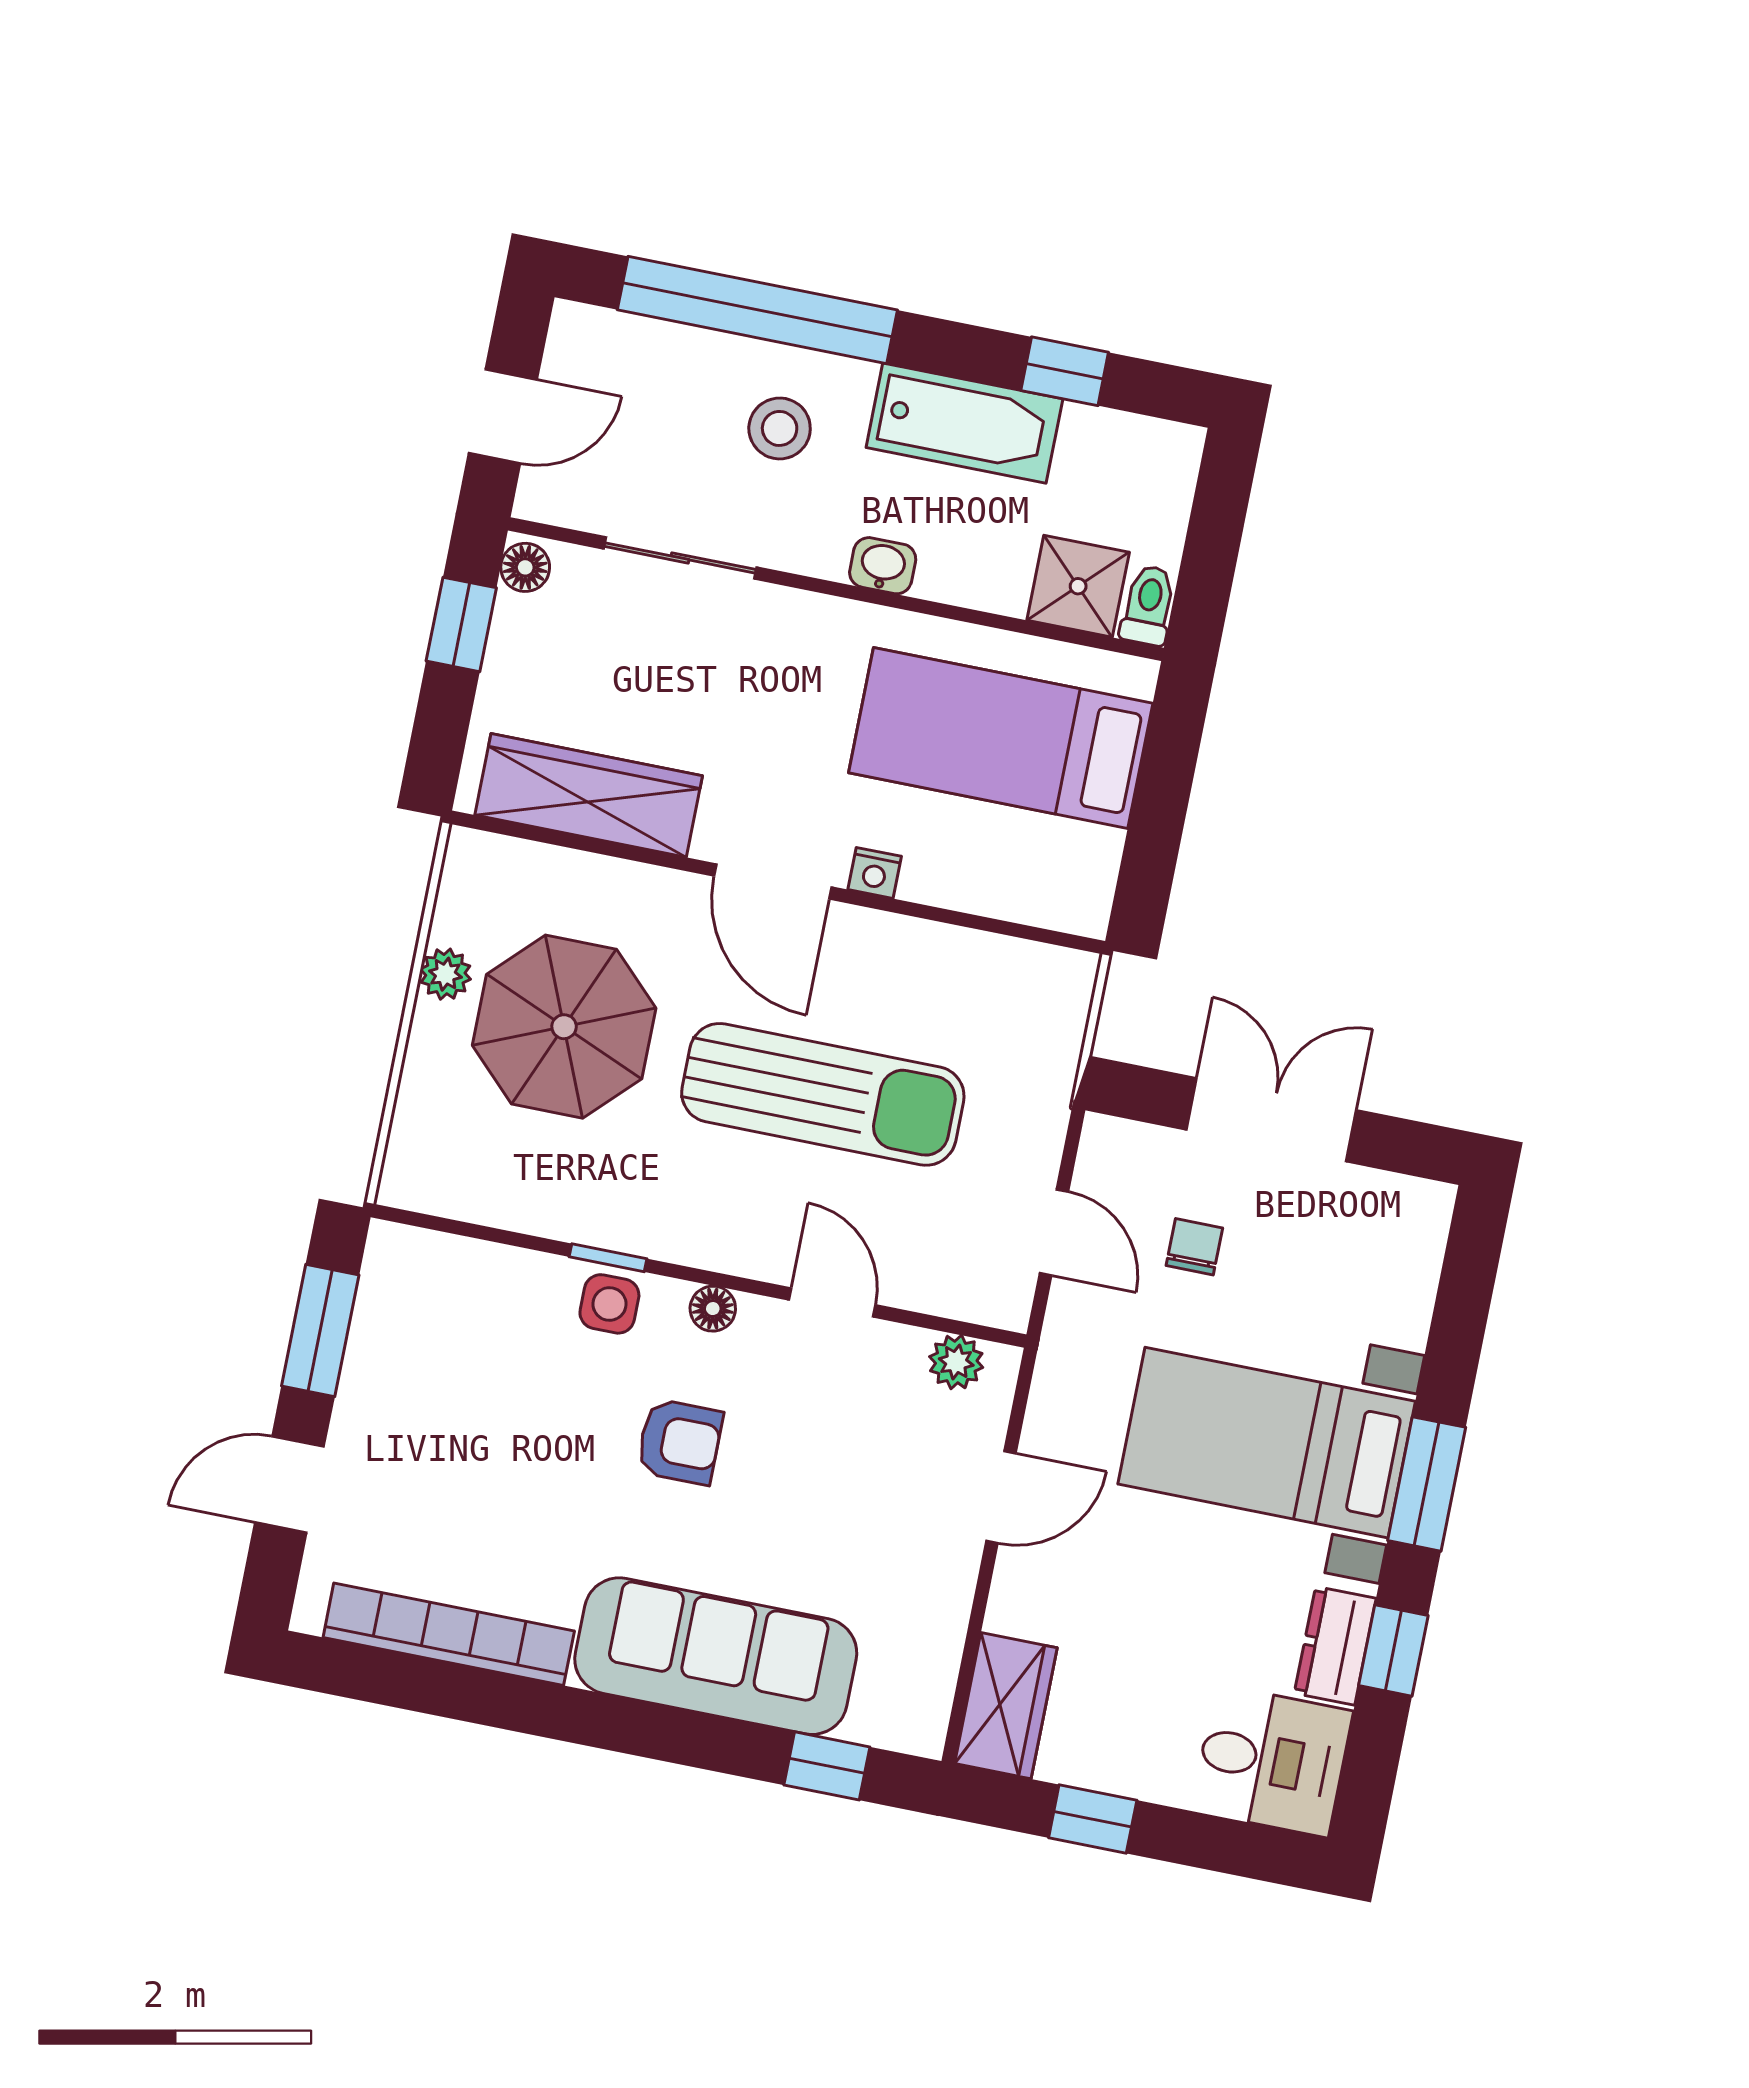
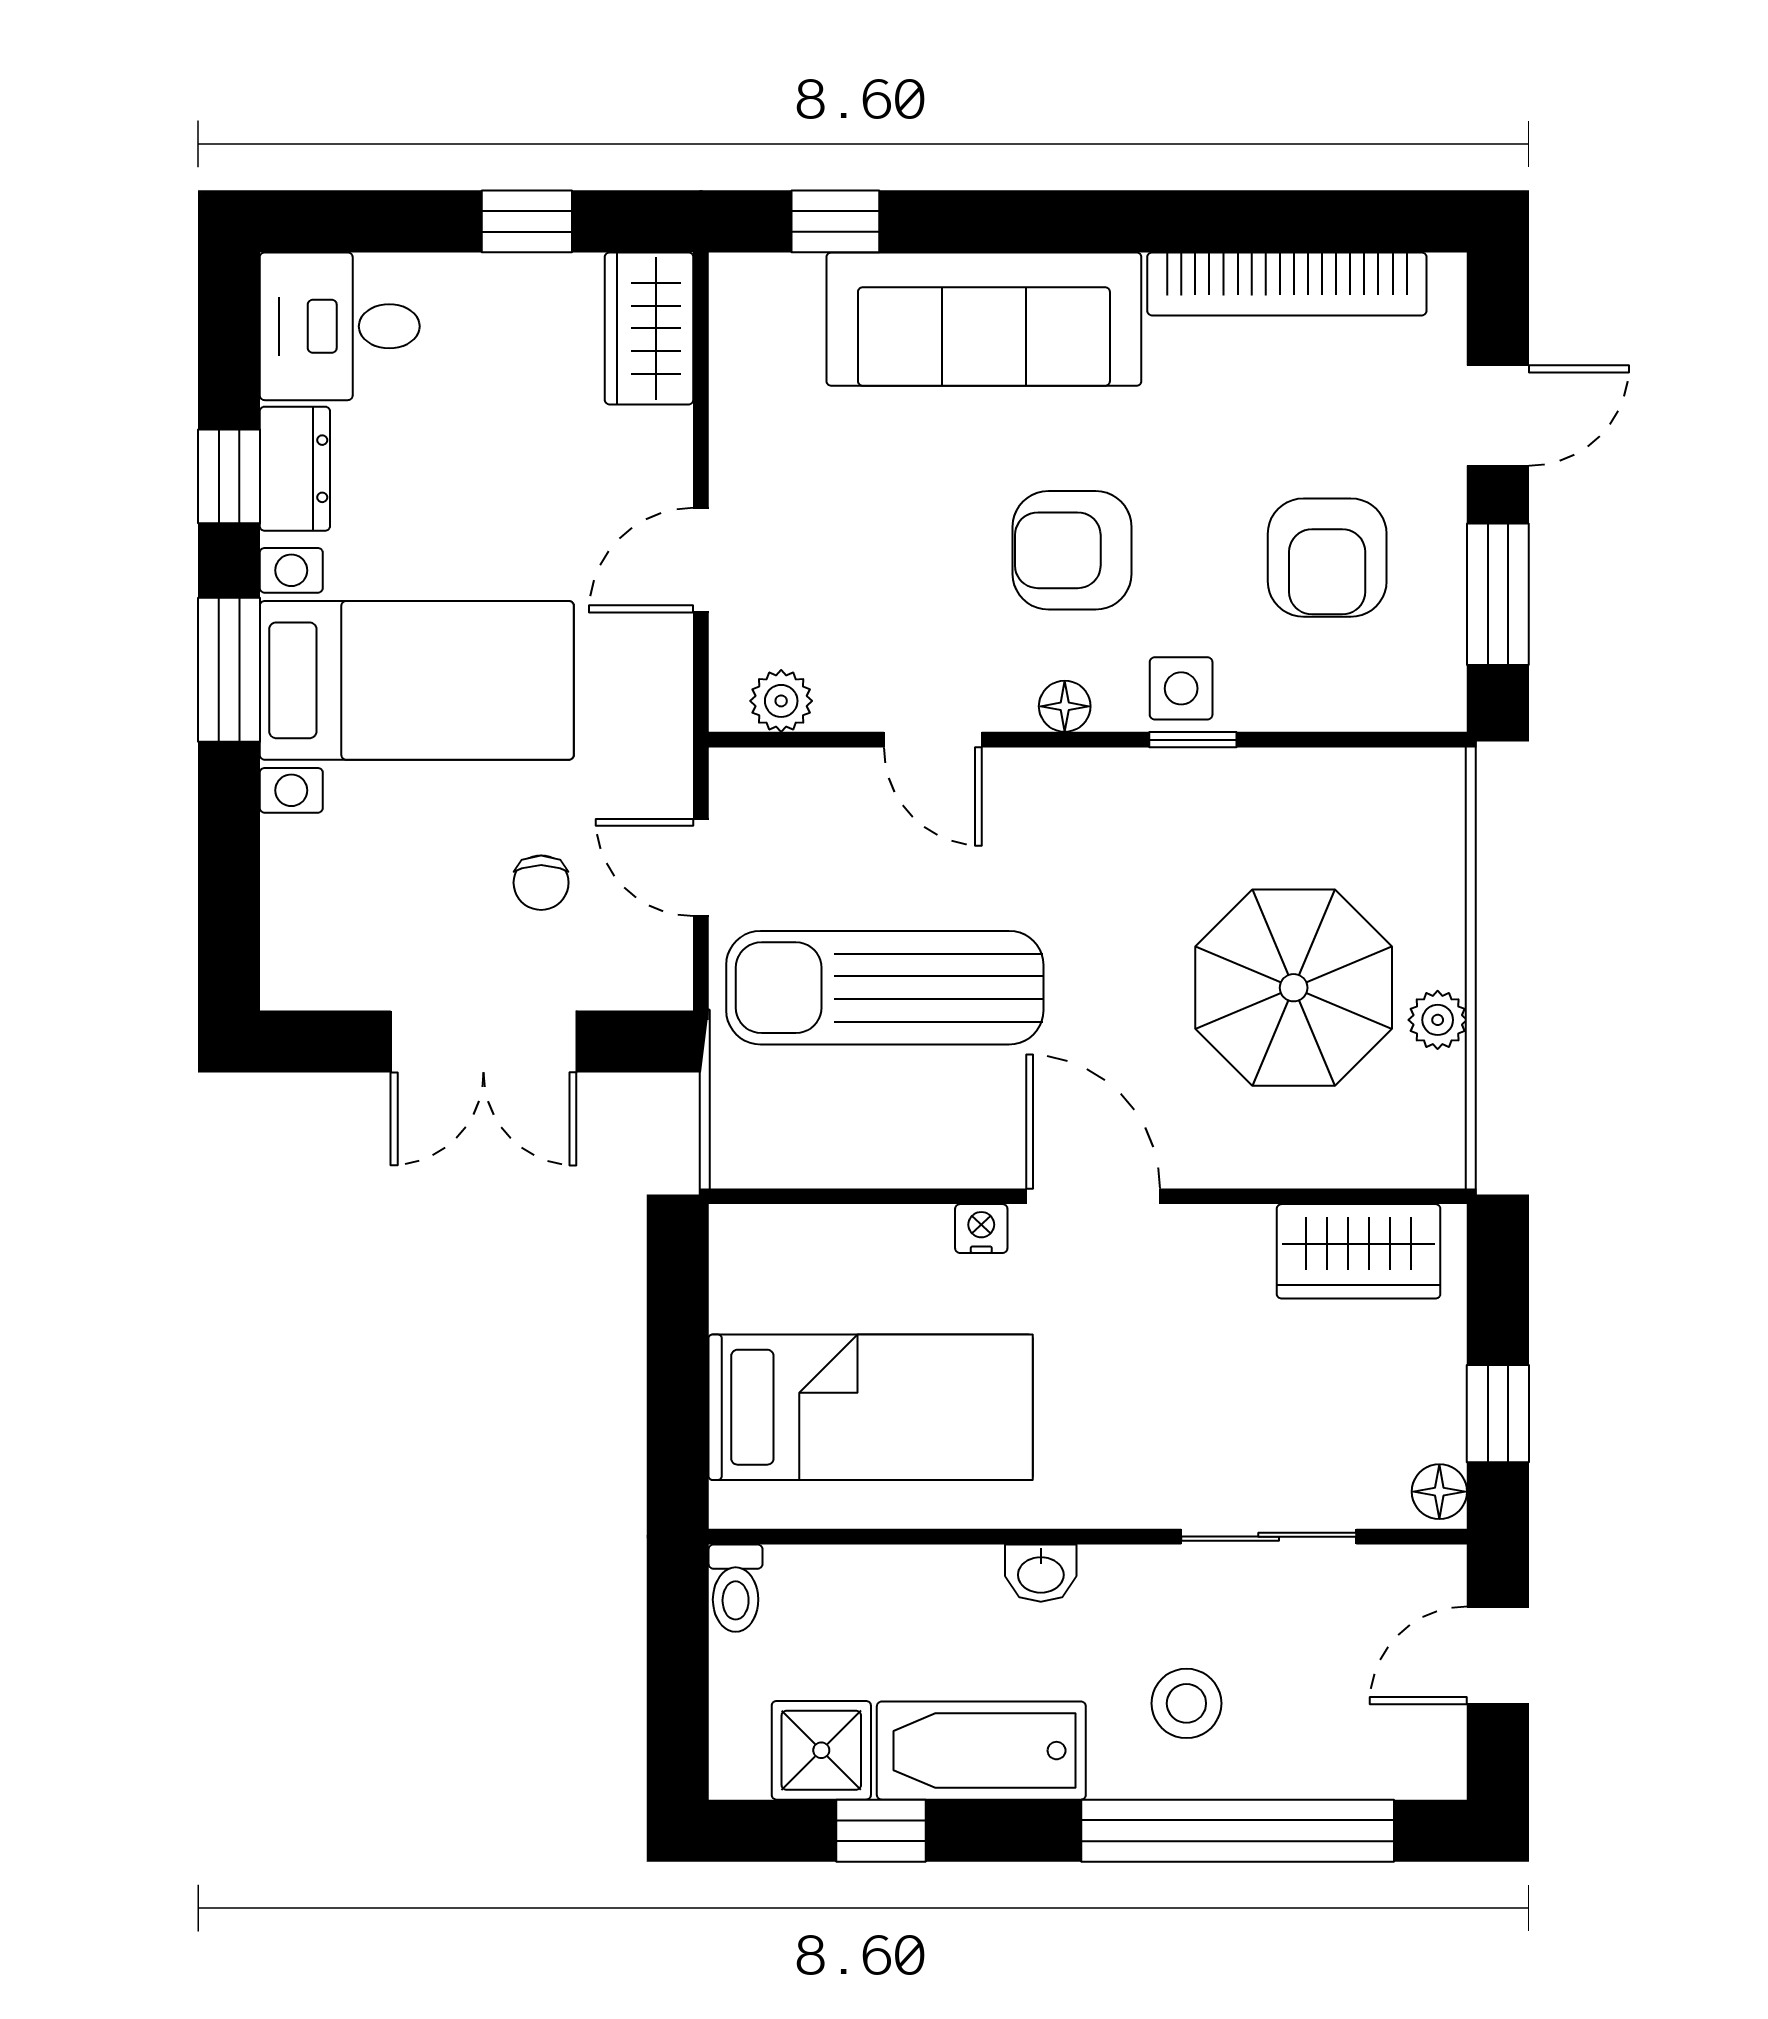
shower: (1078, 586) -> (821, 1750), moved
wardrobe: (589, 795) -> (1359, 1251), width x0.67
sun lounger: (823, 1094) -> (885, 988), moved
armchair: (461, 1392) -> (1327, 558), added
armchair: (680, 1442) -> (1072, 550), width x1.38, depth x1.38

